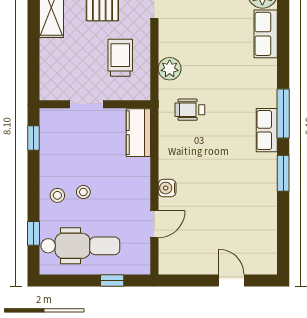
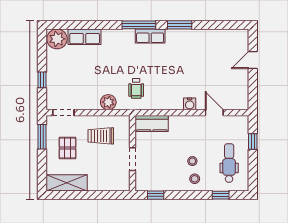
dental chair: (80, 246) -> (229, 163), width x0.73, depth x0.72

